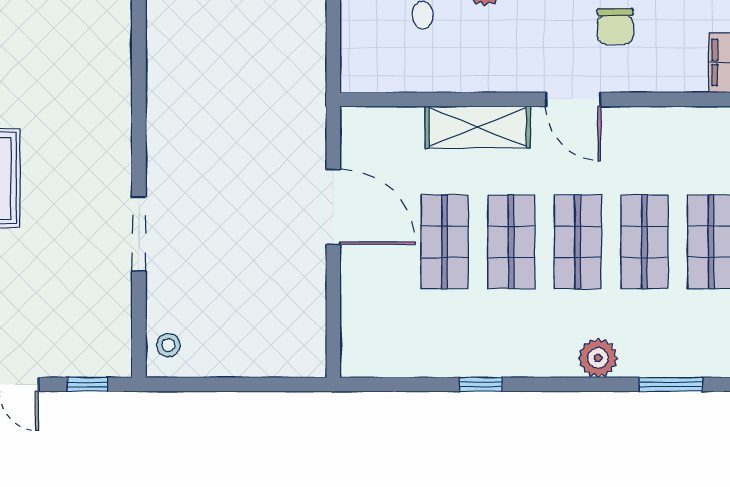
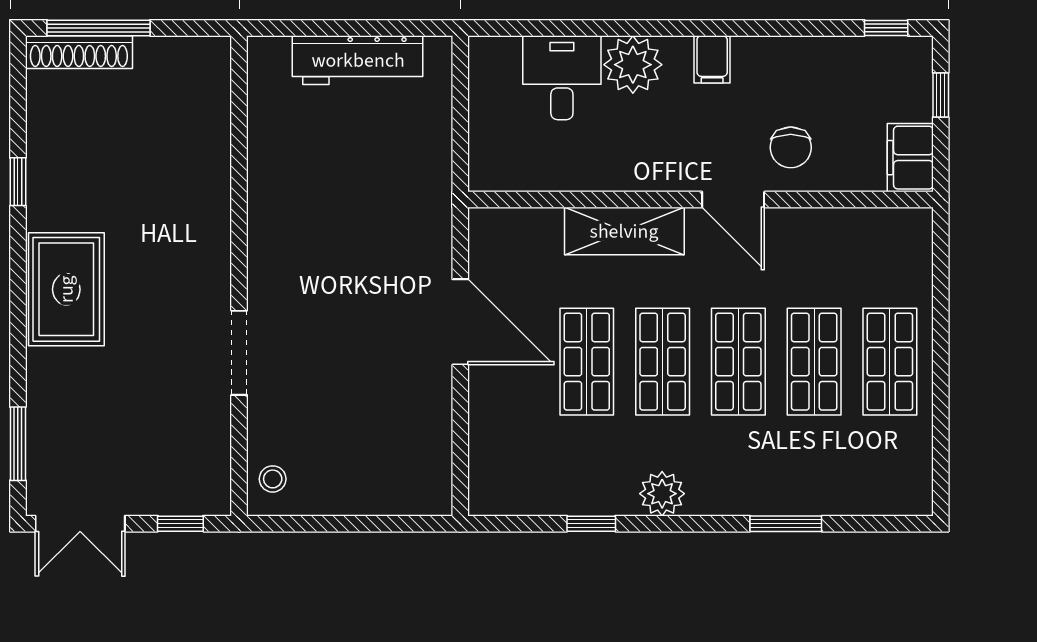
chair: (615, 26) -> (791, 147), moved
plant: (598, 358) -> (662, 494), moved
window: (481, 384) -> (591, 524), moved
window: (671, 384) -> (786, 524), moved

